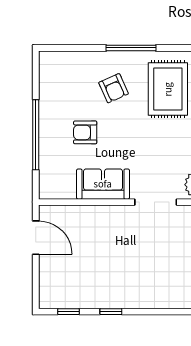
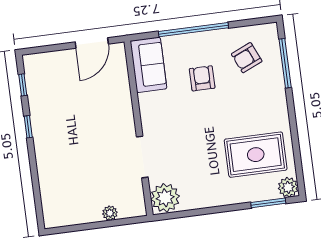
window: (131, 48) -> (285, 63), moved
armchair: (114, 88) -> (247, 58), moved
sofa: (103, 184) -> (148, 65), moved

